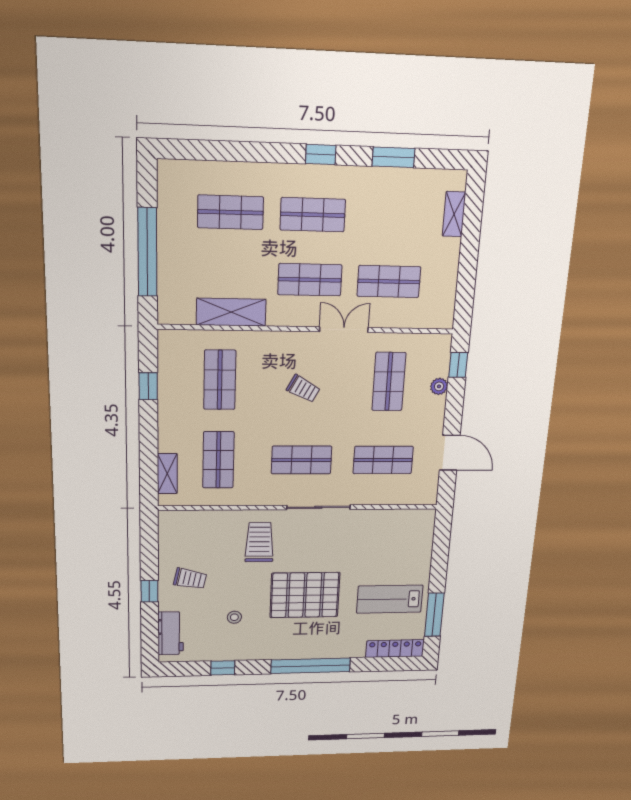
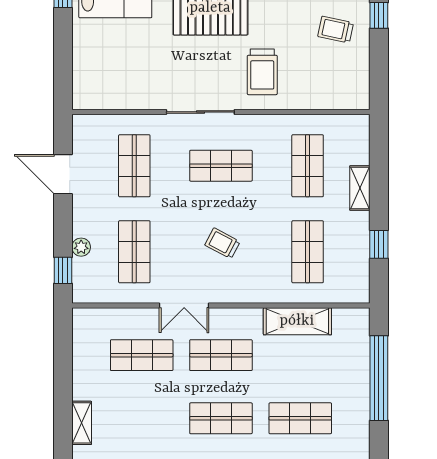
shop shelf: (383, 460) -> (134, 166), turned 90
shelving: (167, 474) -> (360, 188), moved

